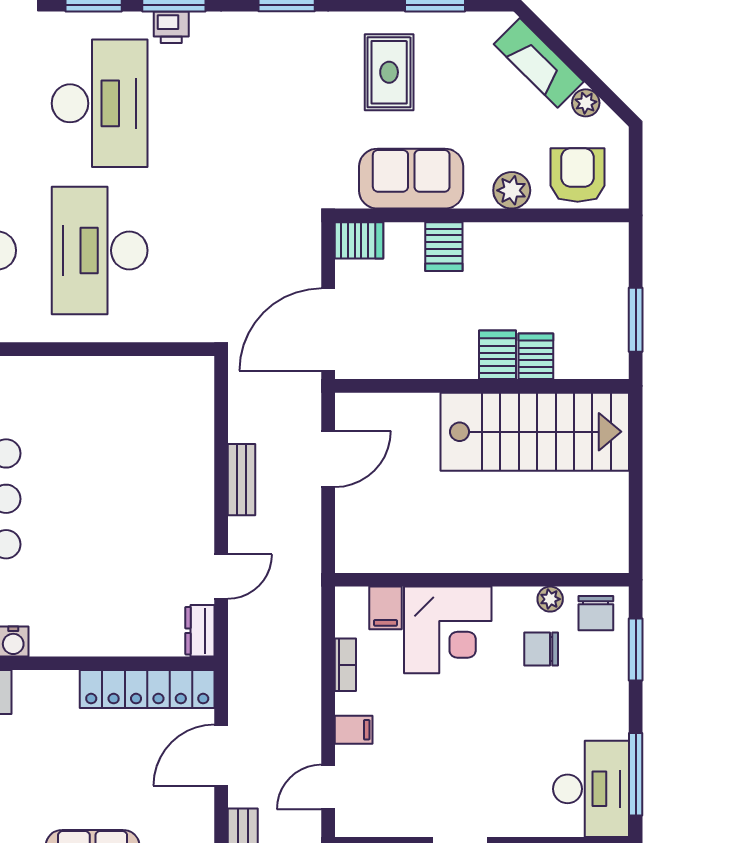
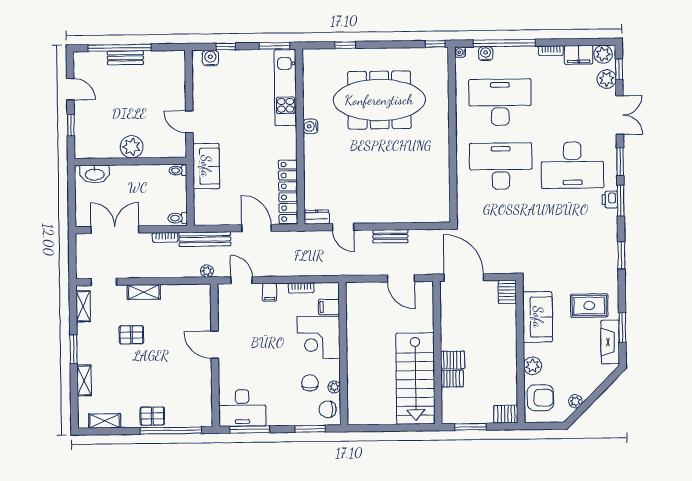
fireplace: (539, 63) -> (610, 342), moved, turned -45
server rack: (444, 247) -> (506, 414), moved

